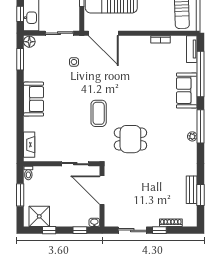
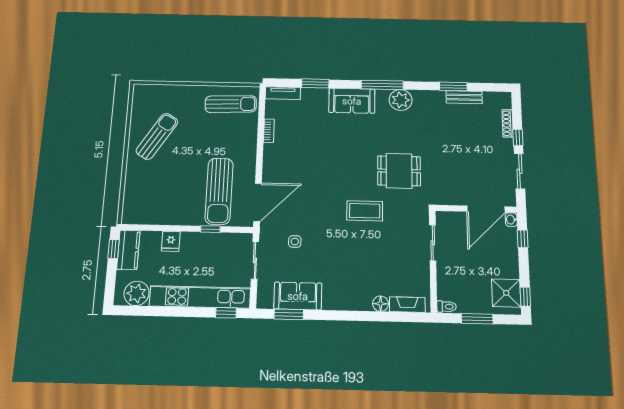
floor lamp: (29, 42) -> (381, 304), moved
window: (201, 74) -> (315, 83), width x0.47
sofa: (187, 91) -> (352, 101), moved
sofa: (34, 99) -> (298, 296), moved
plant: (192, 136) -> (401, 100), width x1.88, depth x1.88
dining table: (130, 139) -> (399, 171), turned 90
door: (102, 190) -> (486, 209), moved
window: (201, 195) -> (453, 86), moved
window: (49, 230) -> (525, 297), moved

